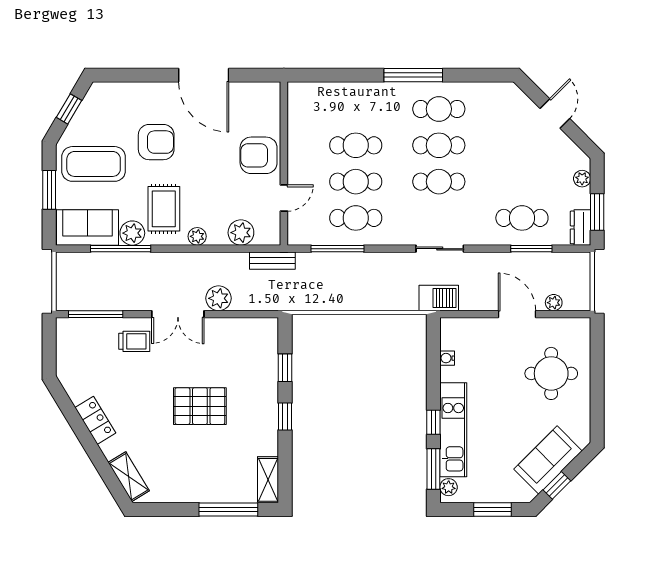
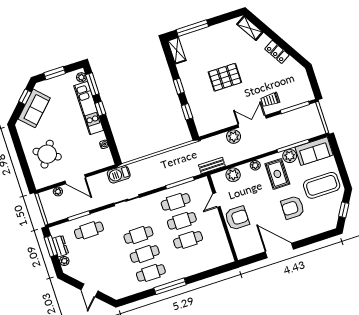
window: (49, 190) -> (340, 164), removed
dresser: (581, 227) -> (60, 246), moved
round table: (551, 373) -> (47, 154), turned 32

